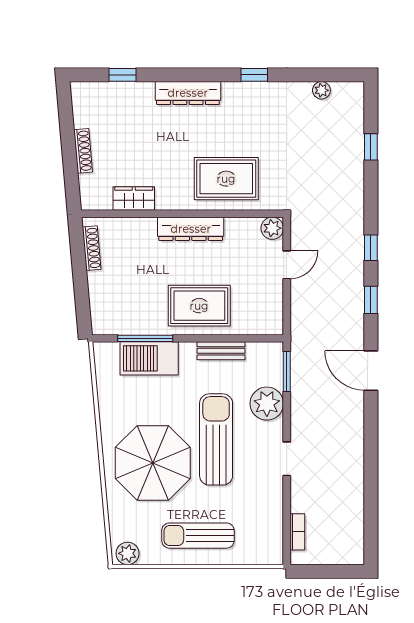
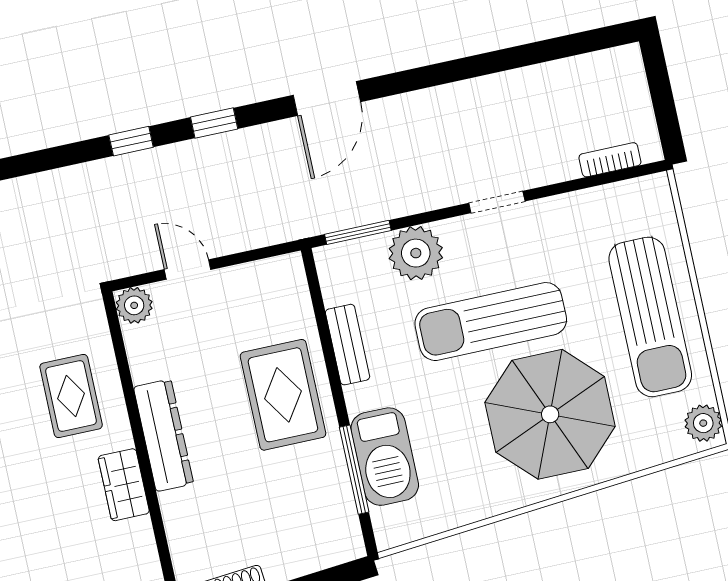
rug: (226, 179) -> (71, 396), width x0.73, depth x0.70
wardrobe: (134, 199) -> (124, 485), moved
sun lounger: (198, 536) -> (650, 317), width x1.36, depth x1.34

